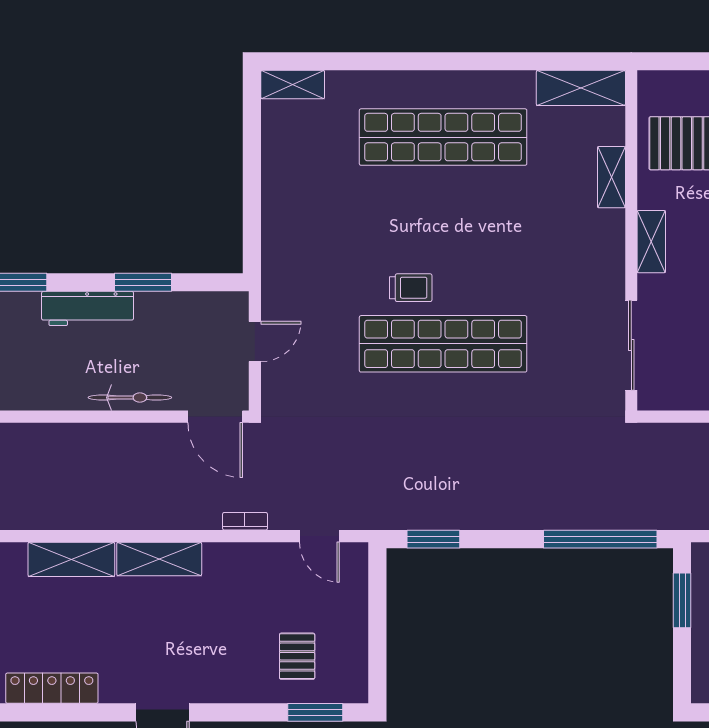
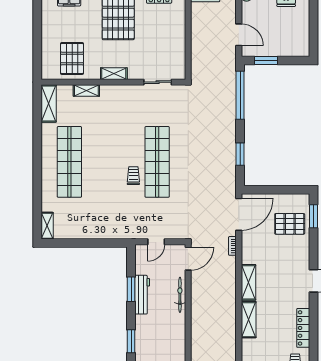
workbench: (88, 308) -> (142, 295), moved
door: (255, 341) -> (156, 242), swing flipped
sliding door: (631, 345) -> (158, 82), width x0.73
door: (319, 536) -> (239, 214), width x1.87
window: (433, 539) -> (240, 154), moved
pallet: (297, 656) -> (290, 224), width x1.50, depth x1.42

